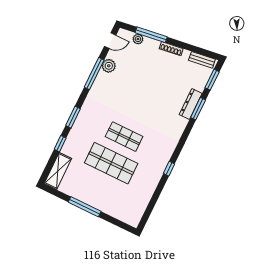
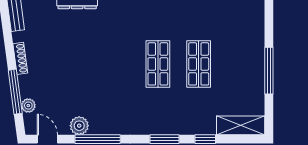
shop shelf: (111, 163) -> (199, 64), width x0.70, depth x0.74

